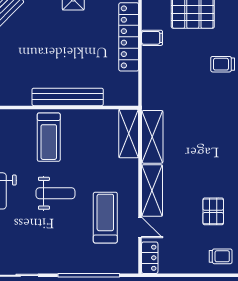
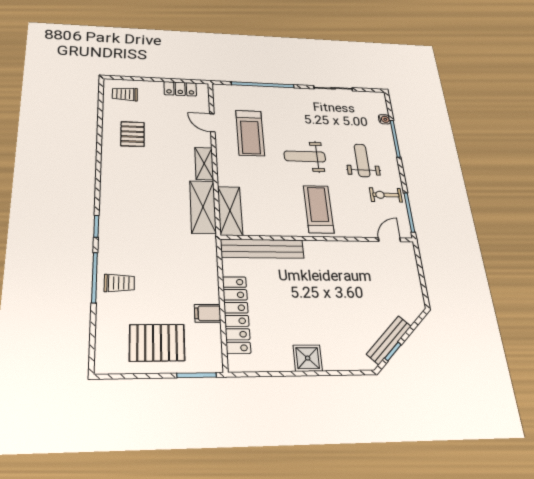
bench: (68, 97) -> (262, 249), moved
shelving: (152, 191) -> (204, 164), width x0.67, depth x0.75
locker: (150, 258) -> (180, 89), moved, turned -90

